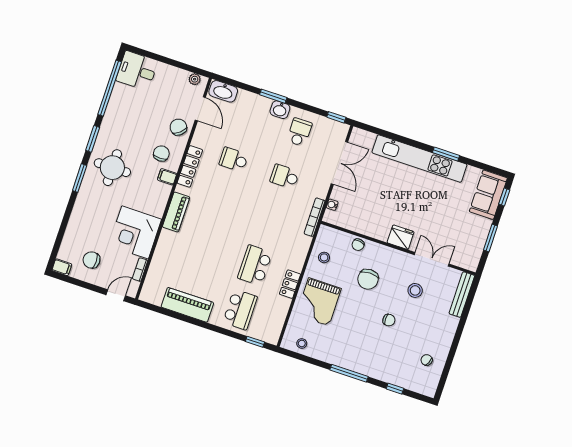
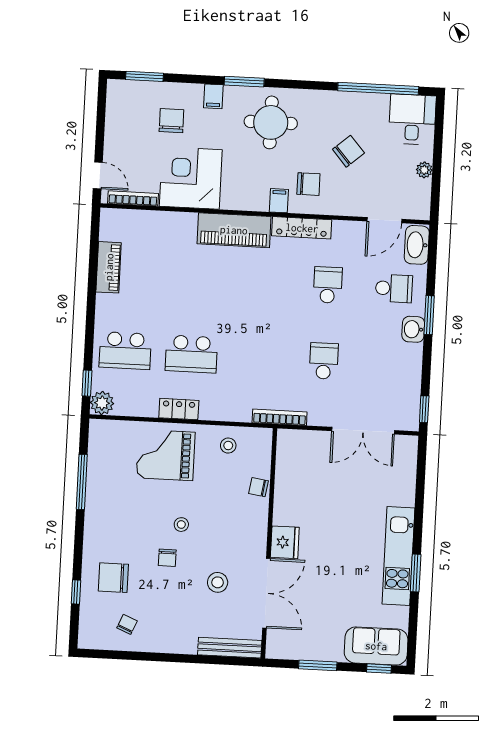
plant: (195, 79) -> (424, 170), moved
chair: (178, 127) -> (348, 151), moved
school desk: (299, 132) -> (394, 288), moved
window: (93, 139) -> (144, 76), moved
kitchen unit: (419, 159) -> (398, 556), width x0.73
water cooler: (332, 205) -> (303, 437), removed
piano: (176, 212) -> (234, 230), width x1.37, depth x1.33
double door: (432, 259) -> (266, 593), width x1.37
chair: (91, 260) -> (171, 121), moved
school desk: (255, 265) -> (191, 354), turned 180
filing cabinet: (62, 267) -> (213, 96), moved
bookcase: (140, 270) -> (133, 198), width x1.56
chair: (368, 279) -> (113, 578), moved
piano: (187, 305) -> (109, 267), width x0.73, depth x0.75
plant: (271, 335) -> (102, 403), added
stool: (302, 343) -> (181, 525), moved
window: (349, 373) -> (82, 482), moved

